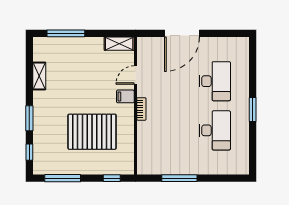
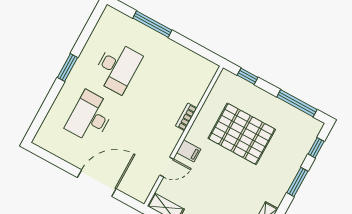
bookcase: (141, 109) -> (186, 117), moved
desk: (215, 130) -> (117, 67), turned 180
window: (179, 178) -> (152, 24), moved

